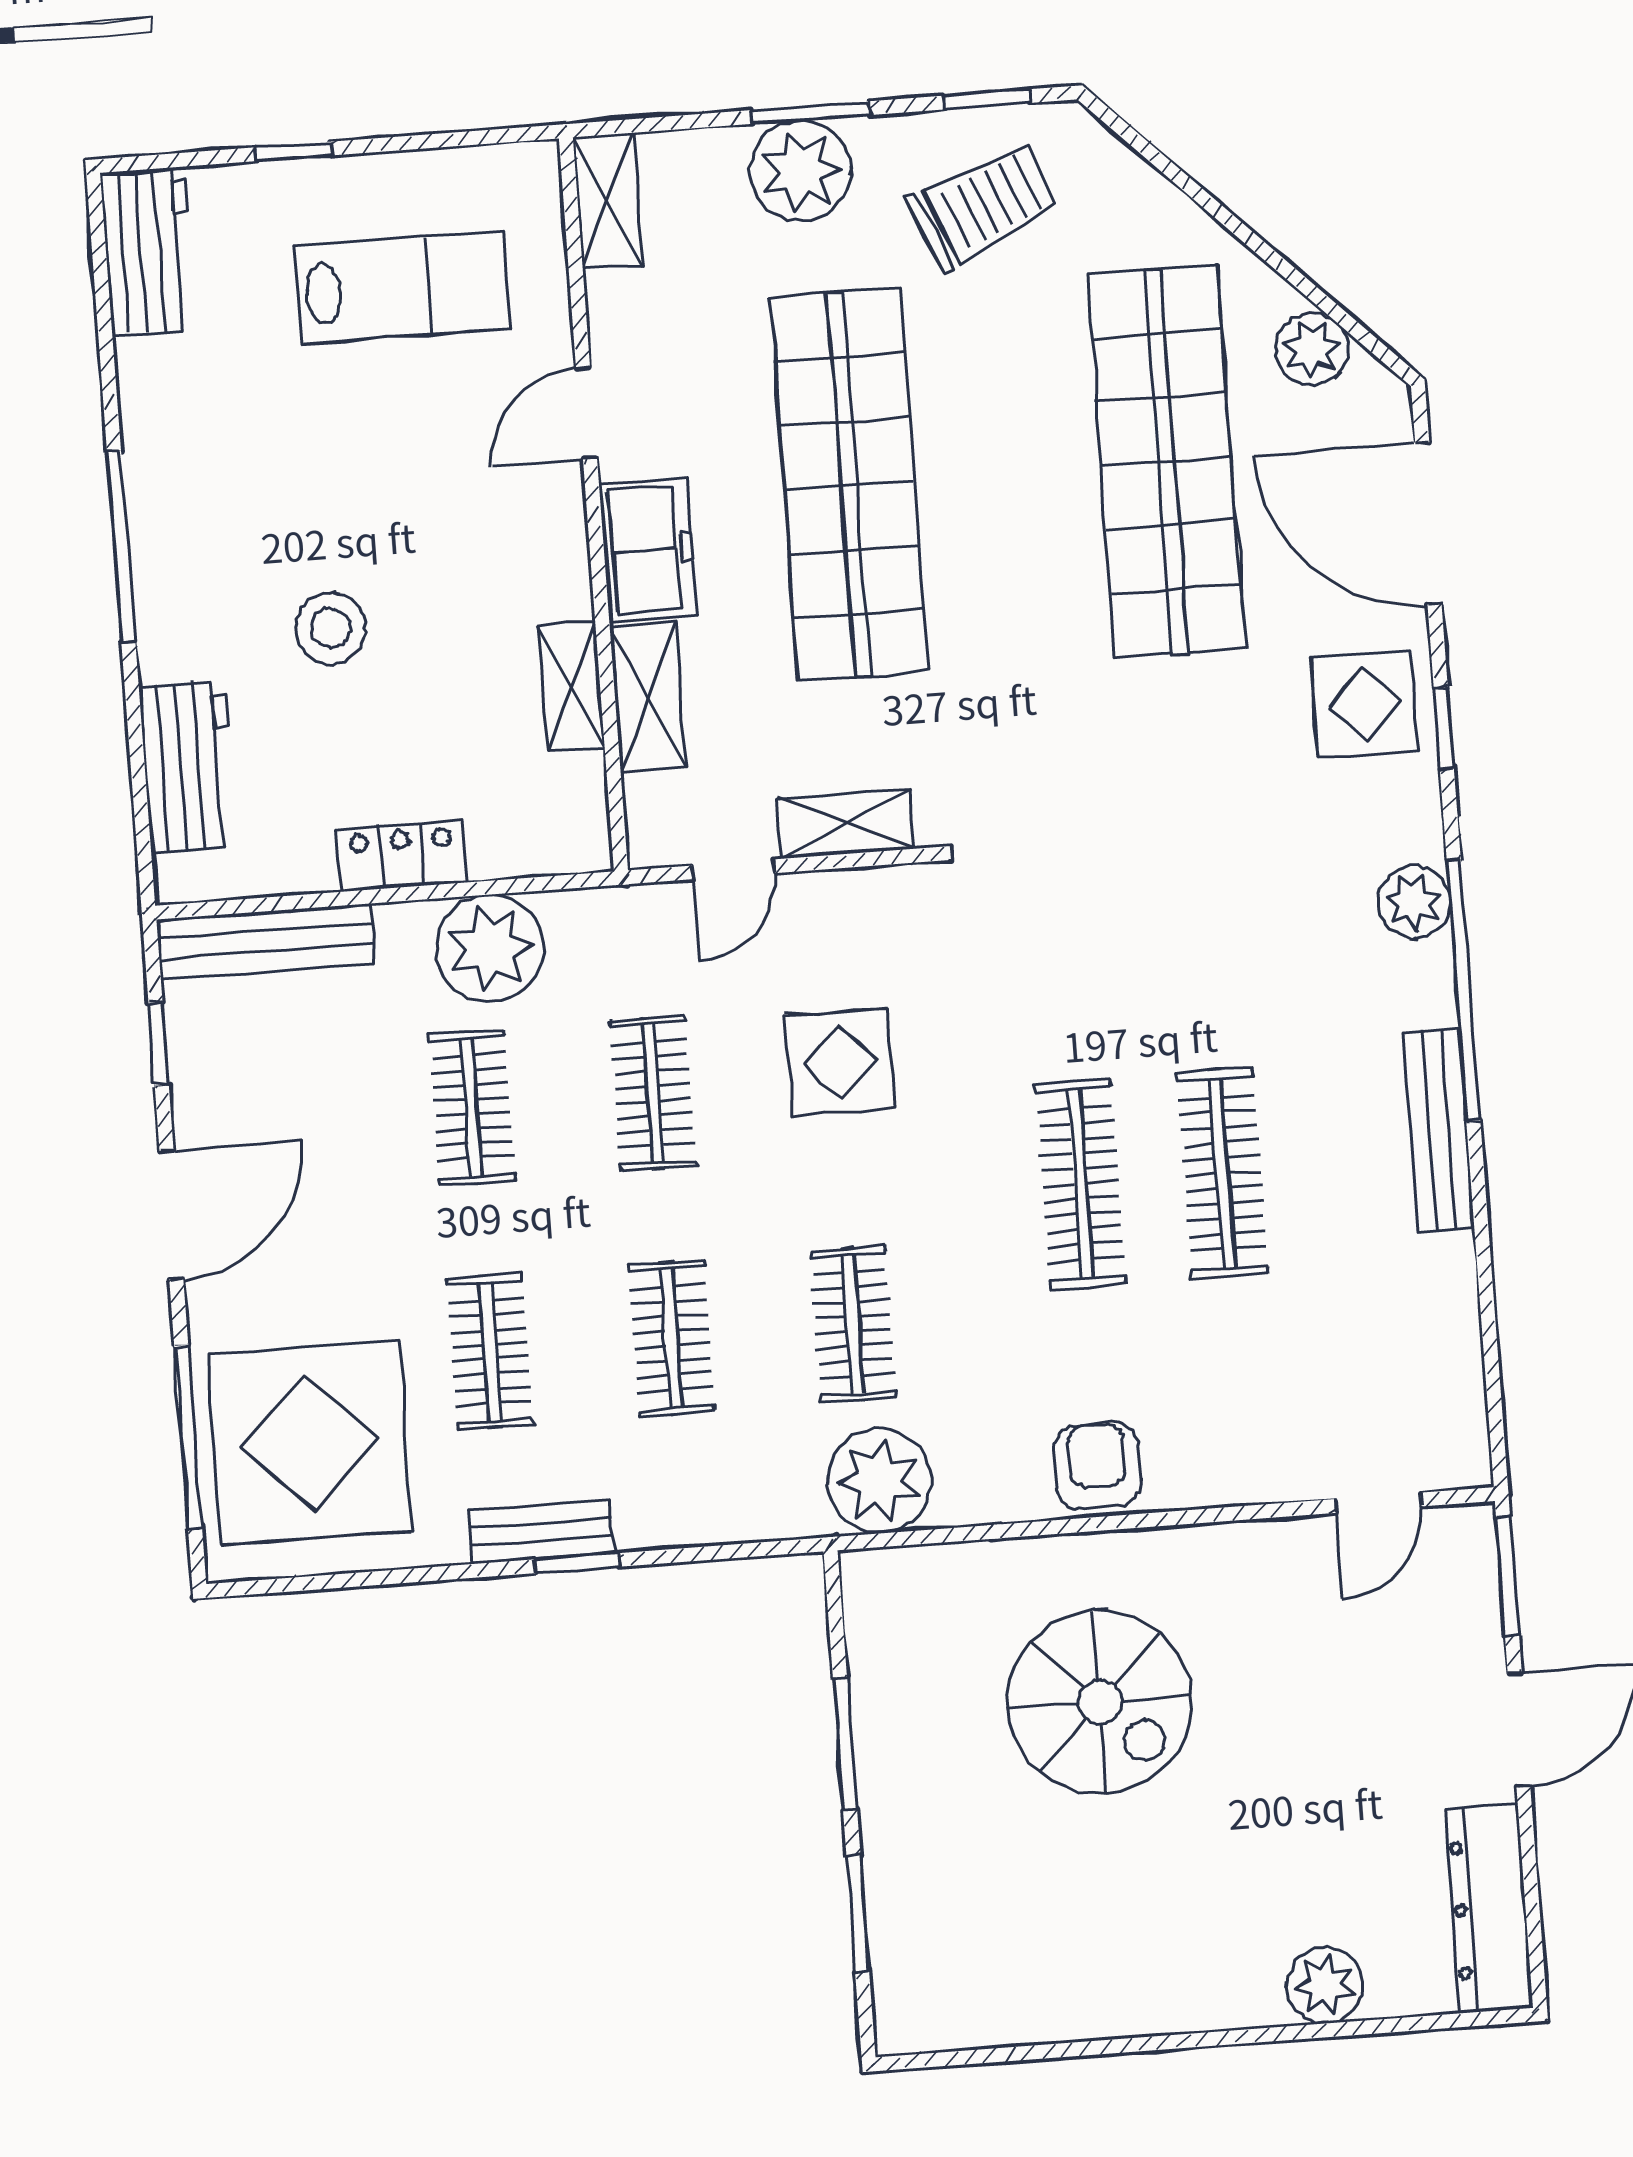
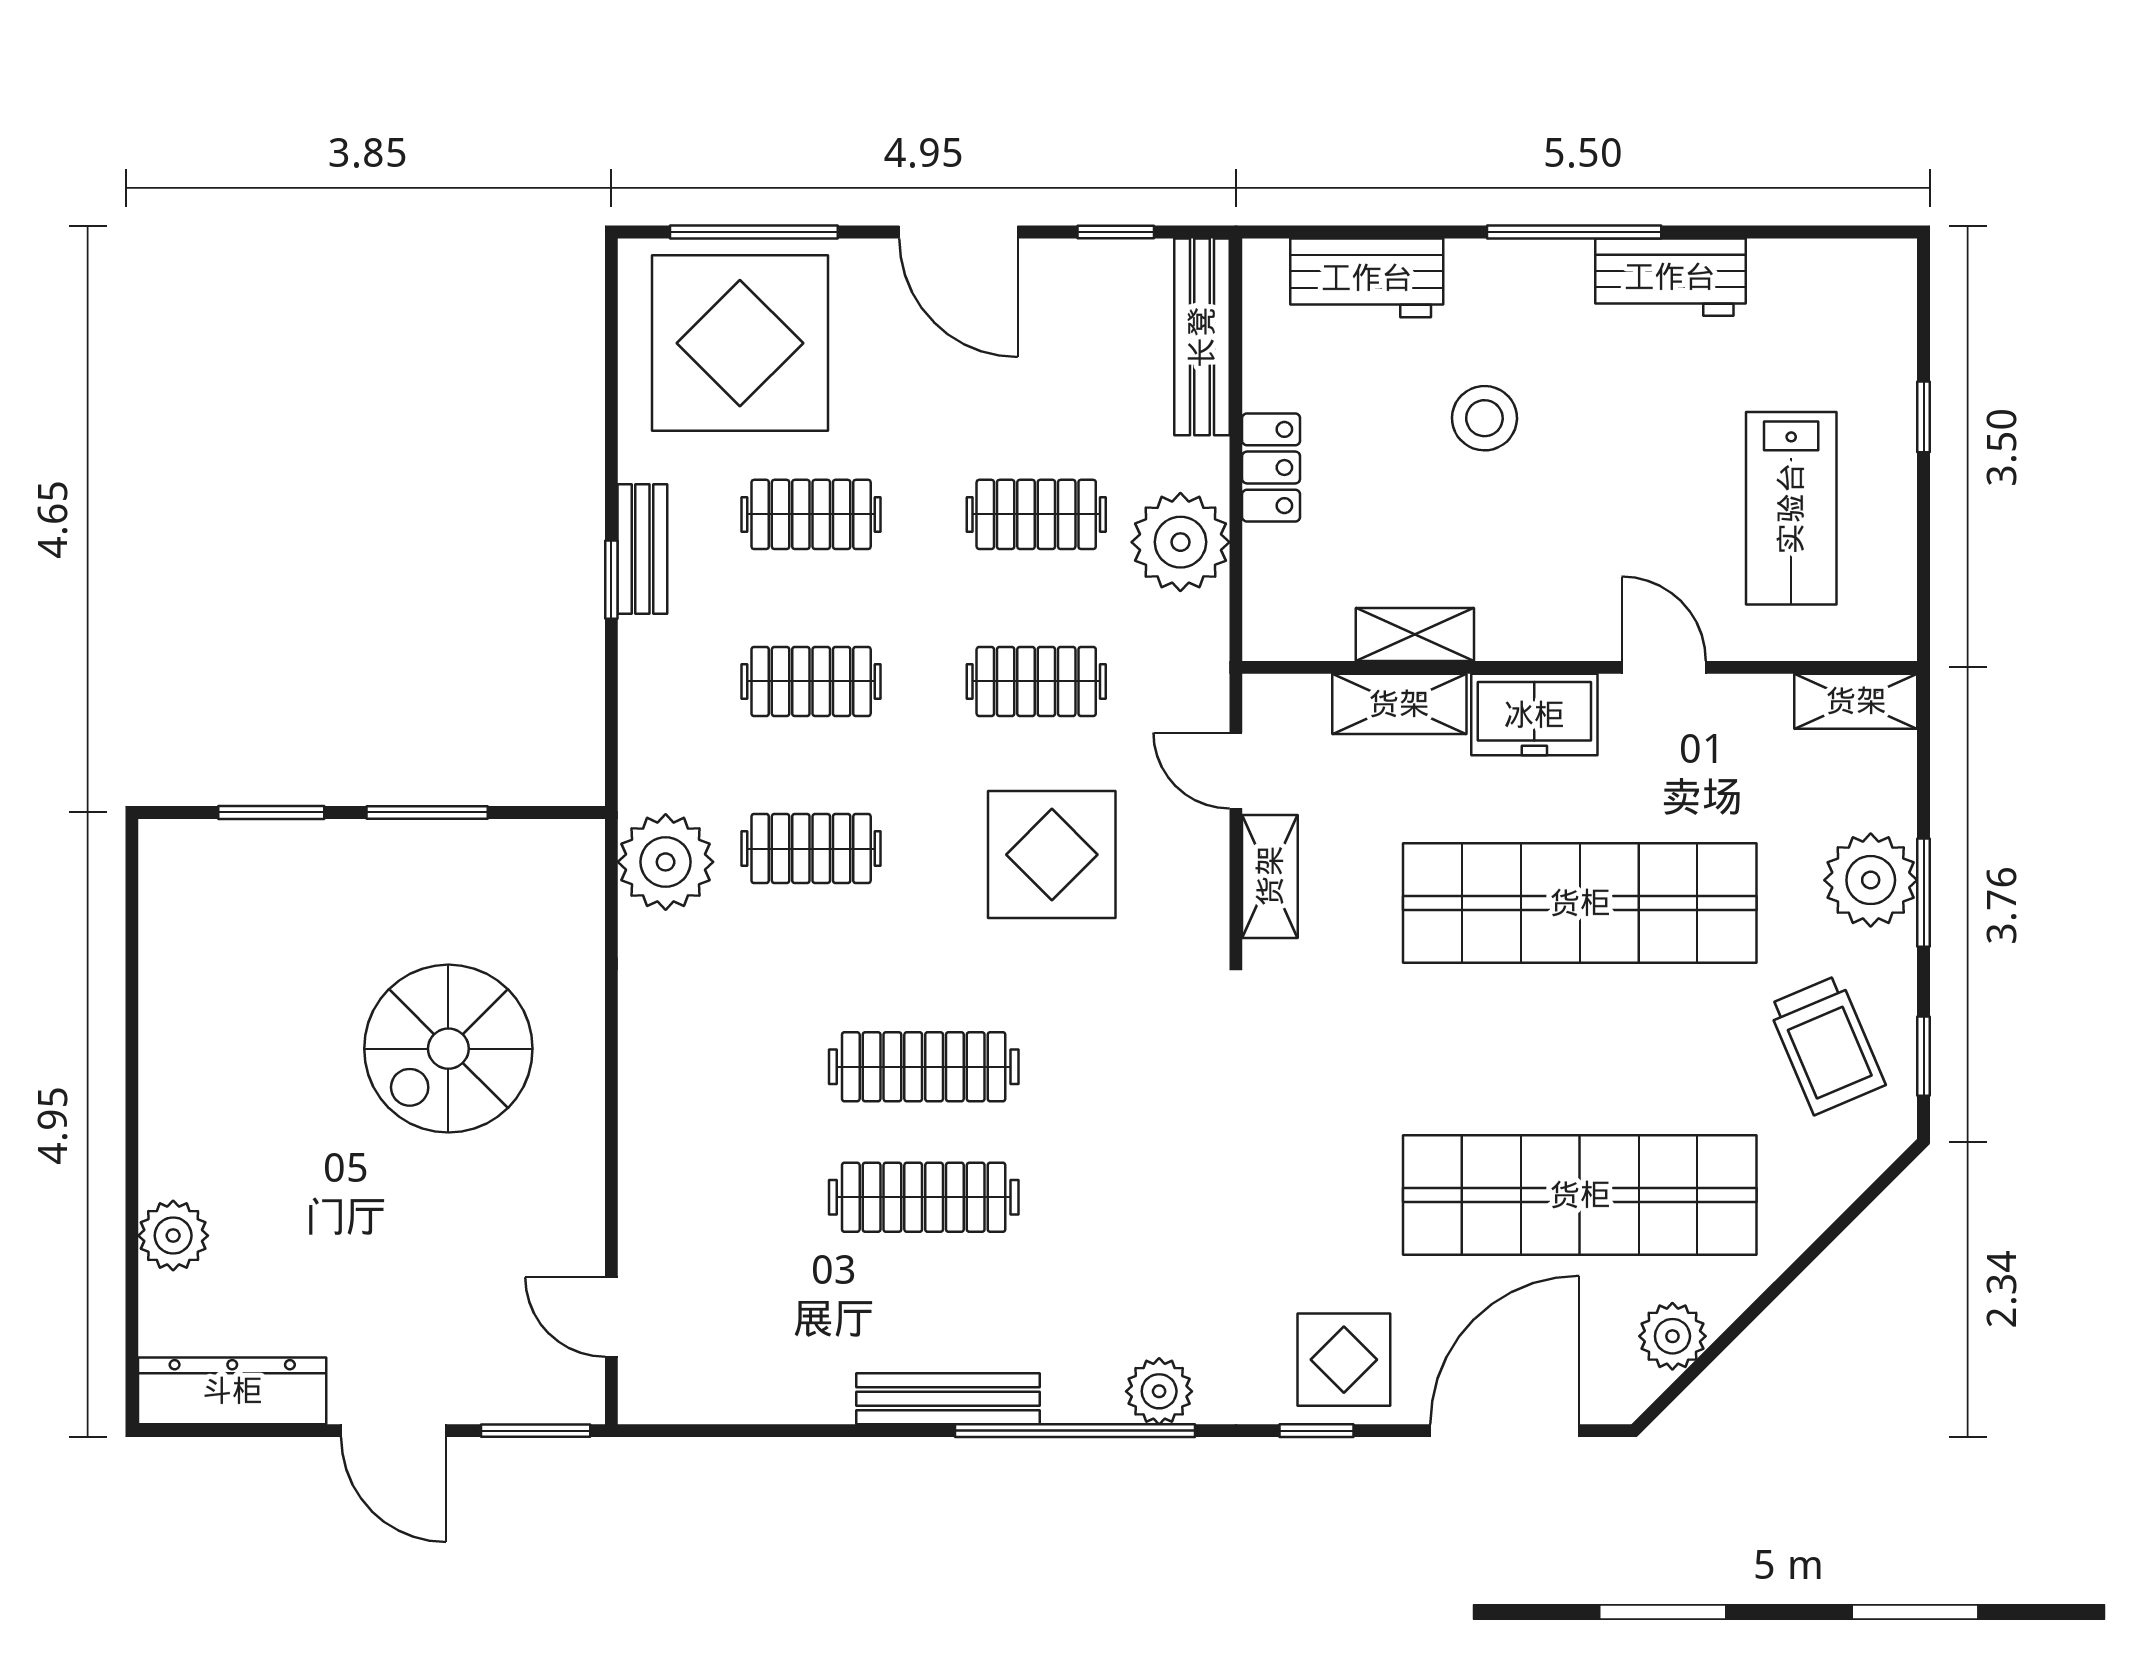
workbench: (148, 251) -> (1670, 277), moved
display table: (840, 1062) -> (1052, 855), width x1.36, depth x1.36
armchair: (1097, 1466) -> (665, 1063), removed

